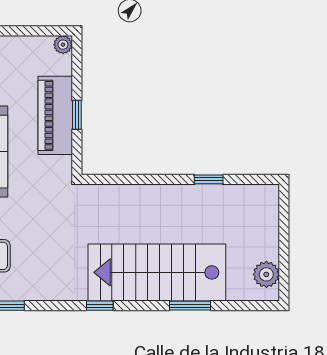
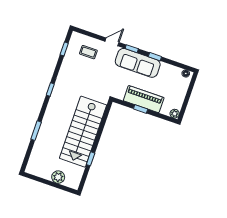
stairs: (157, 272) -> (83, 132), moved, turned 180
plant: (266, 274) -> (58, 177), moved

